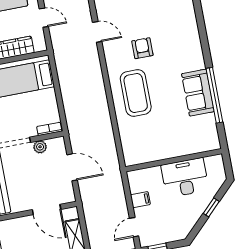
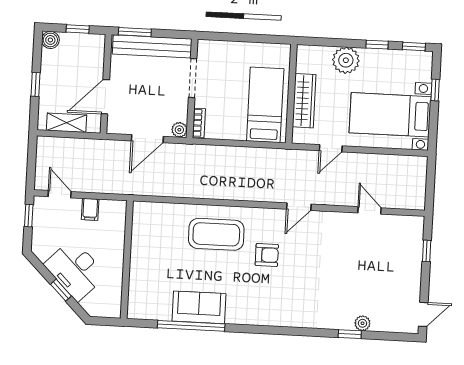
plant: (40, 147) -> (179, 130), moved
desk: (185, 178) -> (75, 270), moved, turned 135

